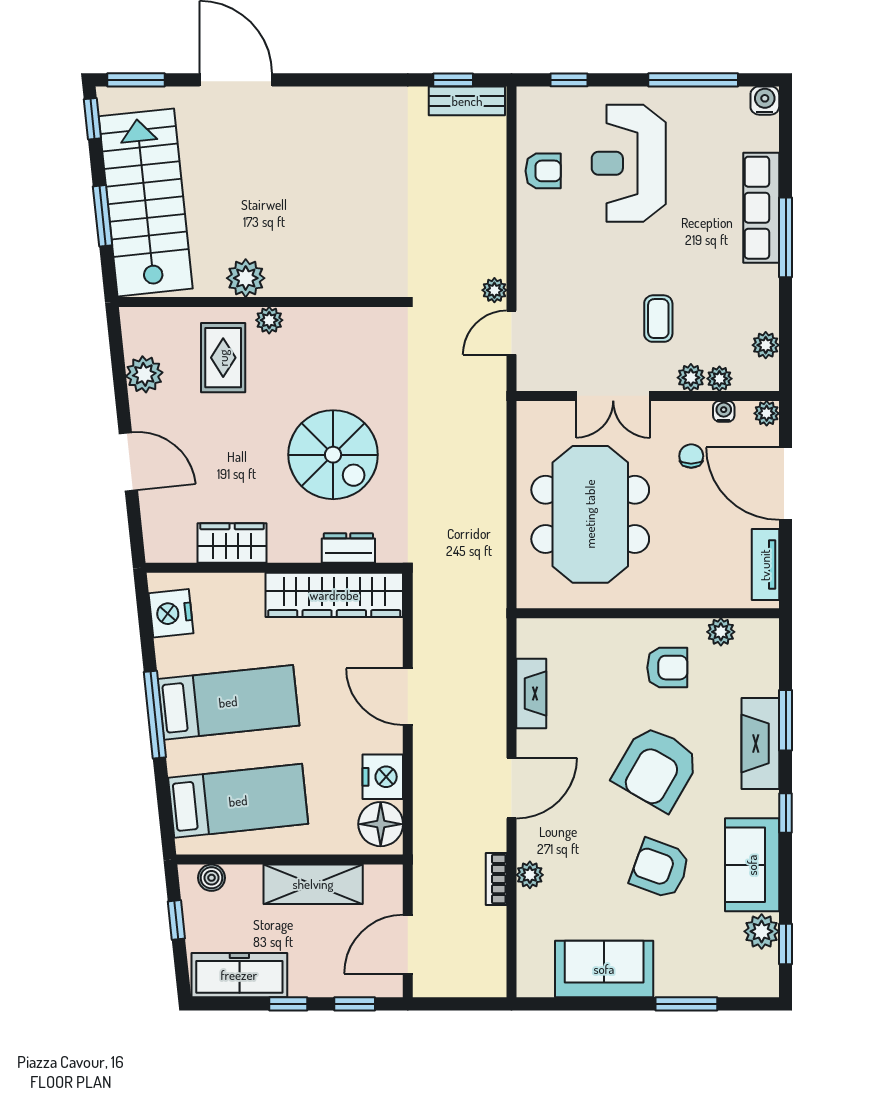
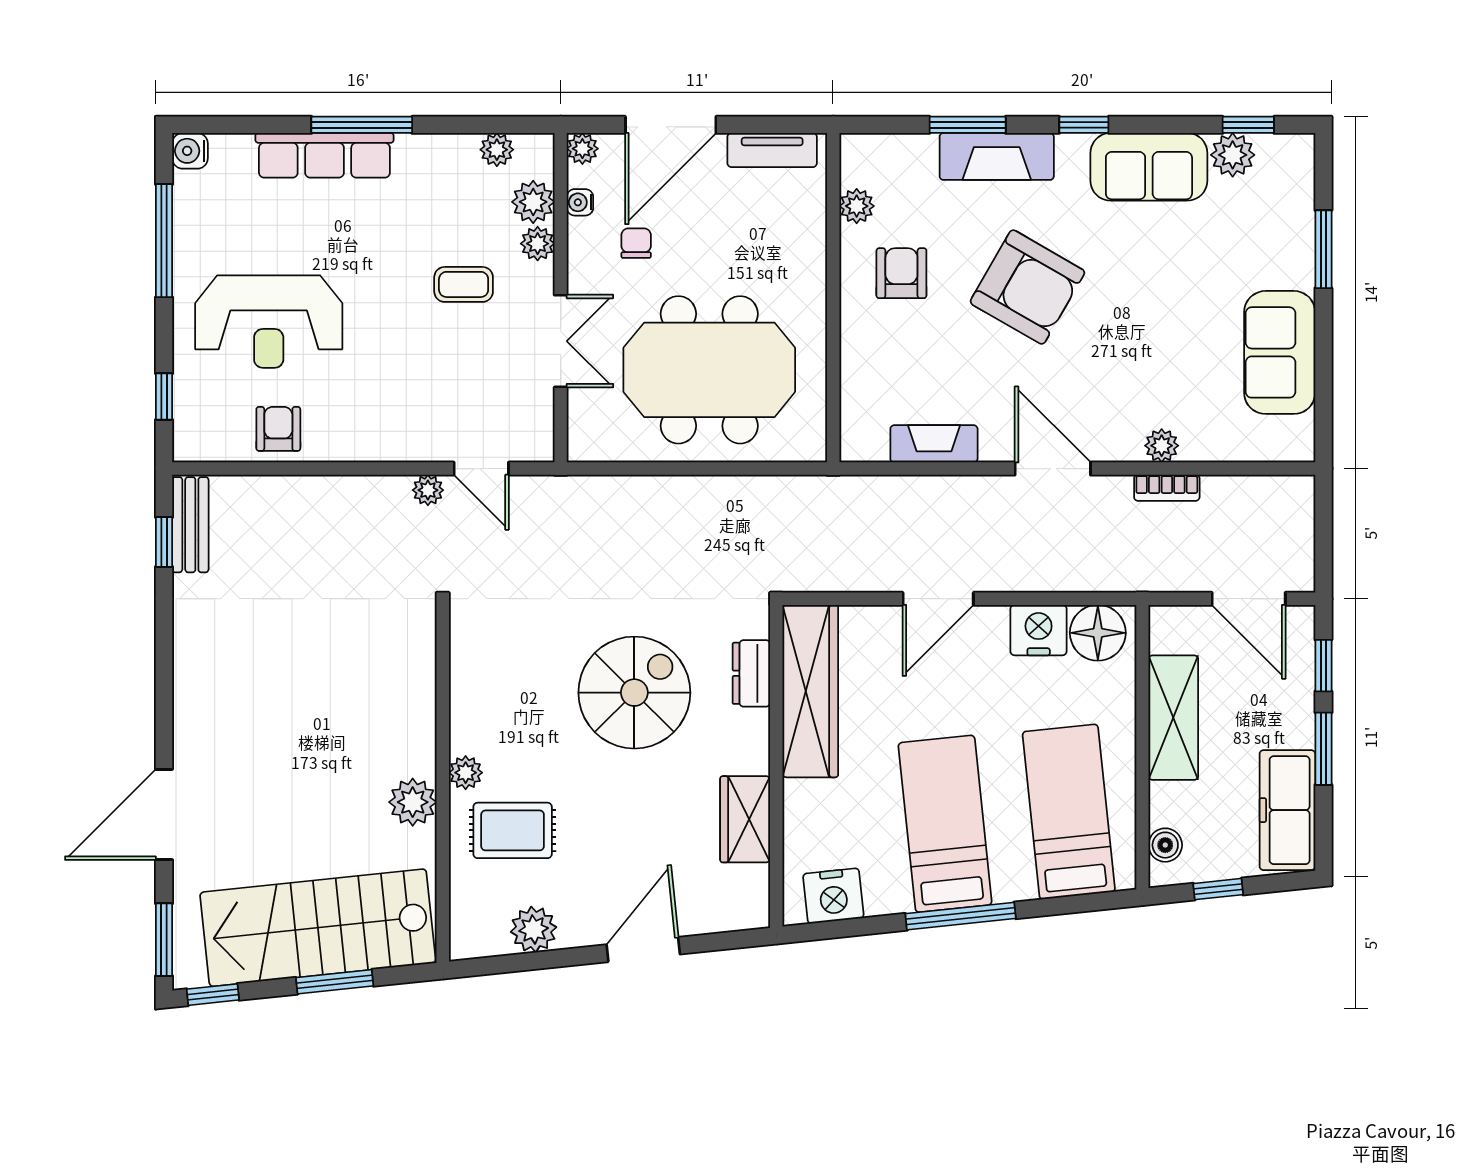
plant: (719, 379) -> (533, 202), width x1.38, depth x1.38
chair: (691, 456) -> (636, 243), turned 90
armchair: (660, 869) -> (1154, 282), removed
window: (288, 1004) -> (1323, 749), width x1.50

